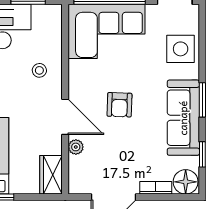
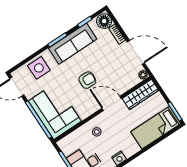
door: (65, 117) -> (112, 103), hinge flipped
plant: (76, 147) -> (143, 75), moved
wardrobe: (51, 175) -> (141, 94), width x1.50

